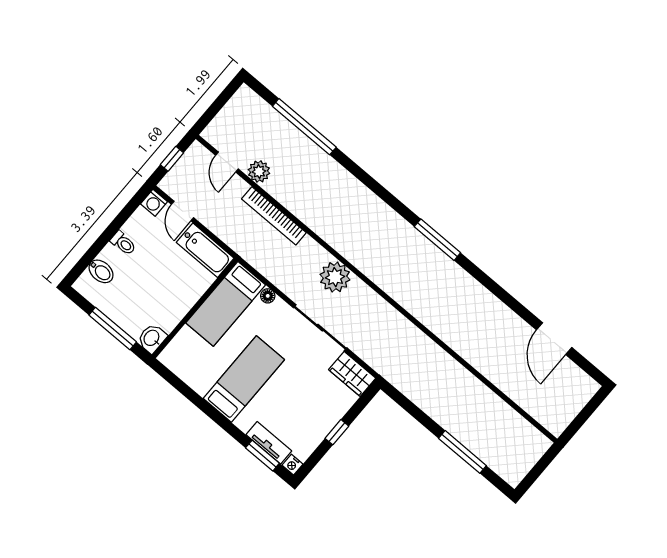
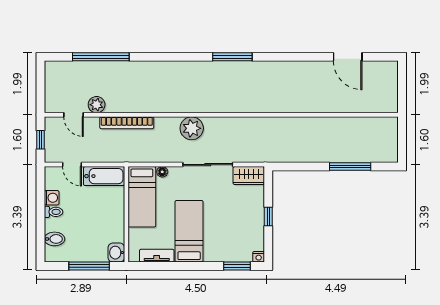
washing machine: (154, 203) -> (52, 198), moved, turned -90
tv unit: (269, 443) -> (157, 256), moved

